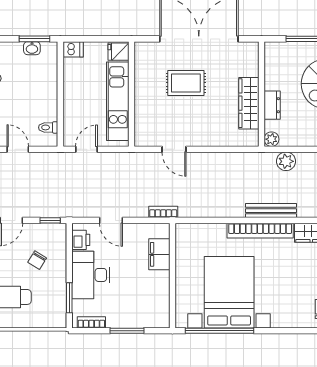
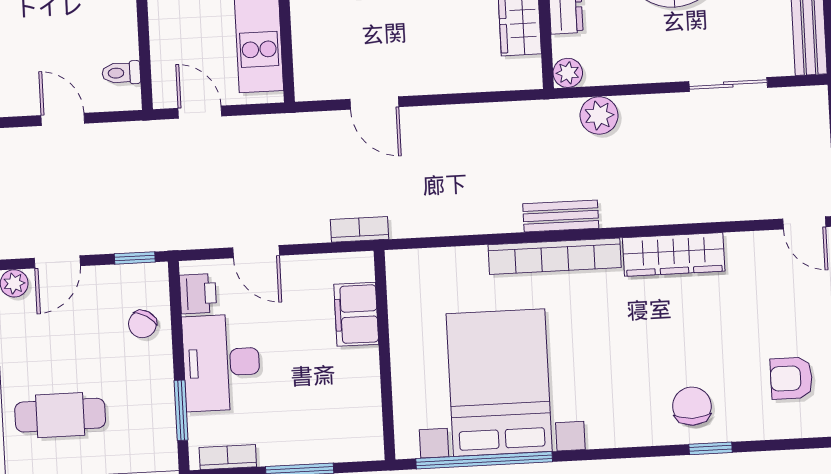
door: (86, 149) -> (200, 112), hinge flipped
bench: (271, 211) -> (561, 216), width x0.73
chair: (37, 260) -> (142, 324), moved

